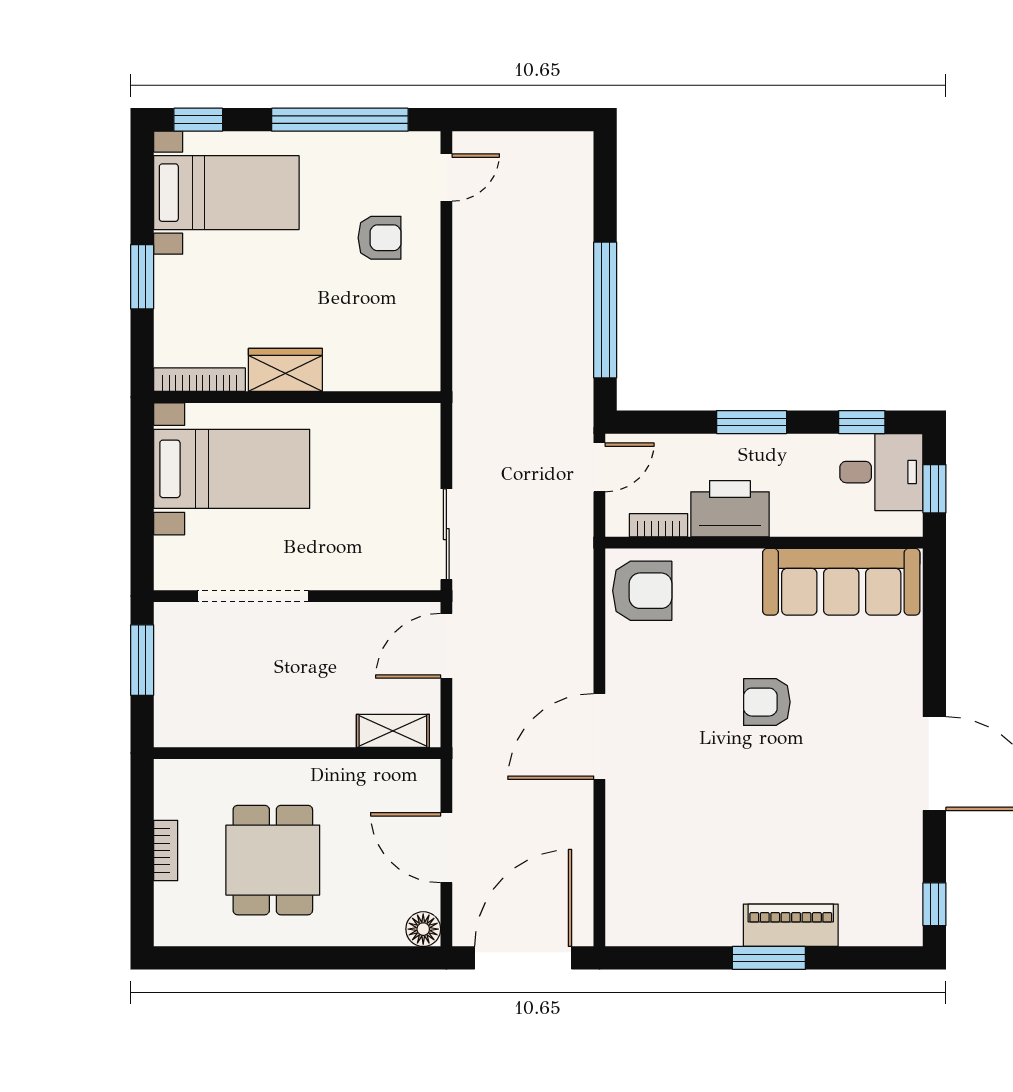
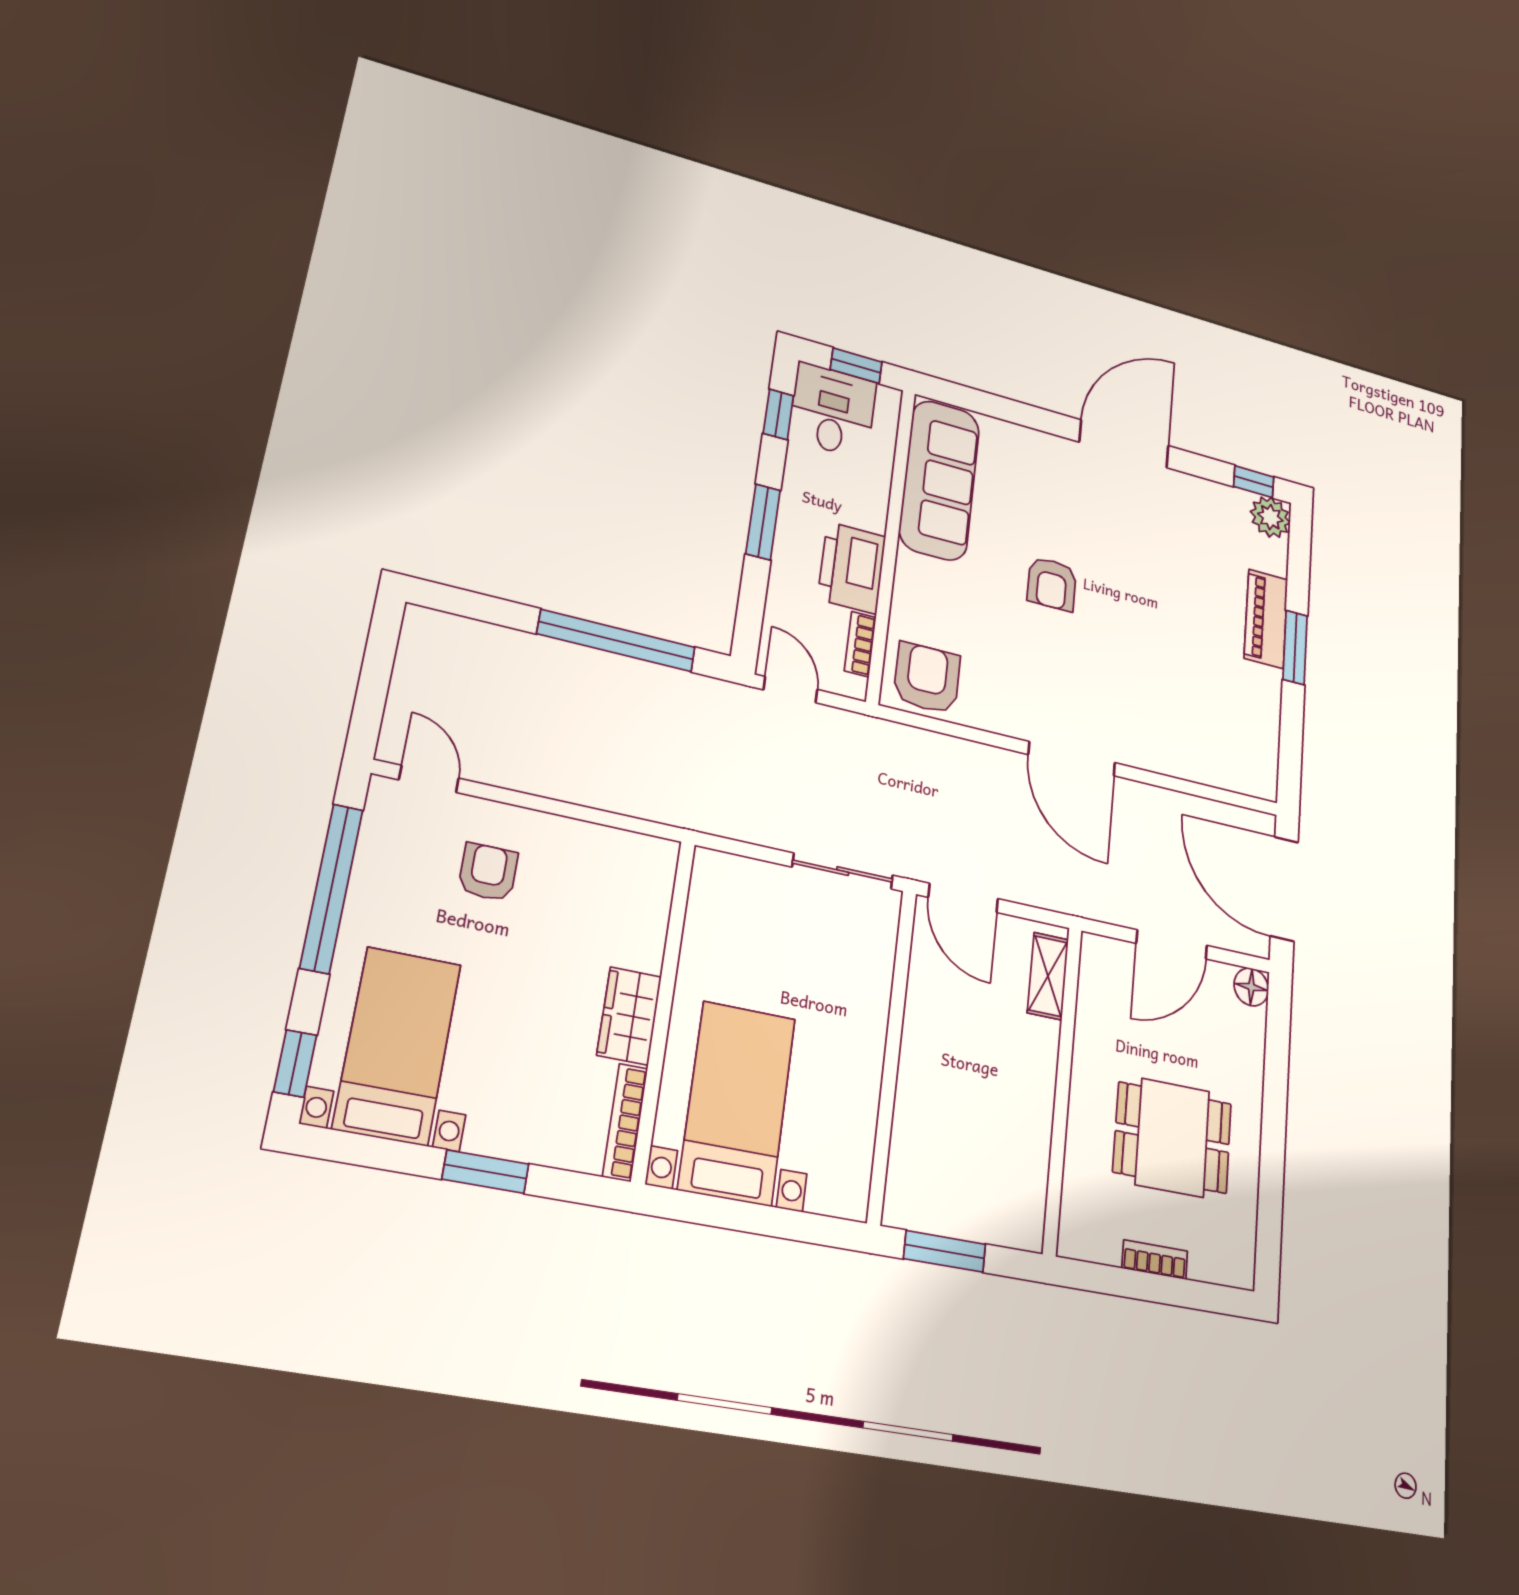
doorway: (253, 596) -> (886, 1105), removed
plant: (901, 924) -> (1270, 517), added

